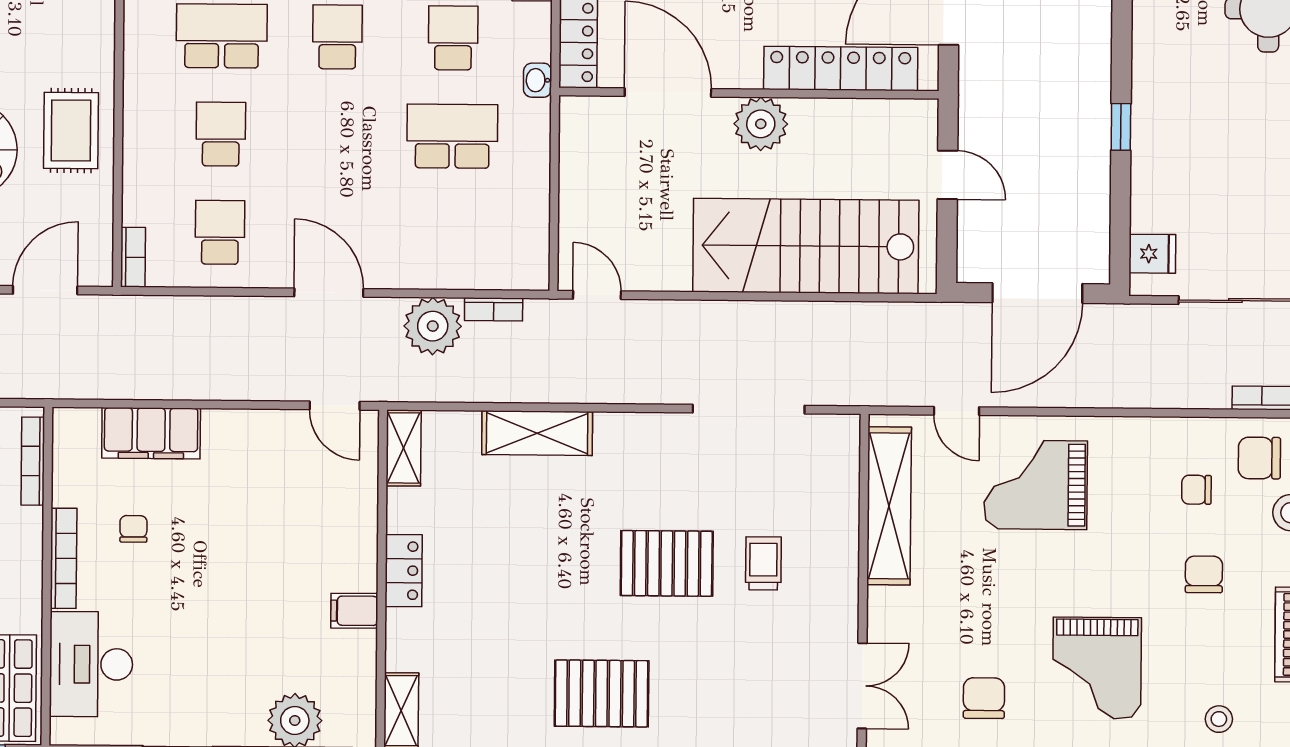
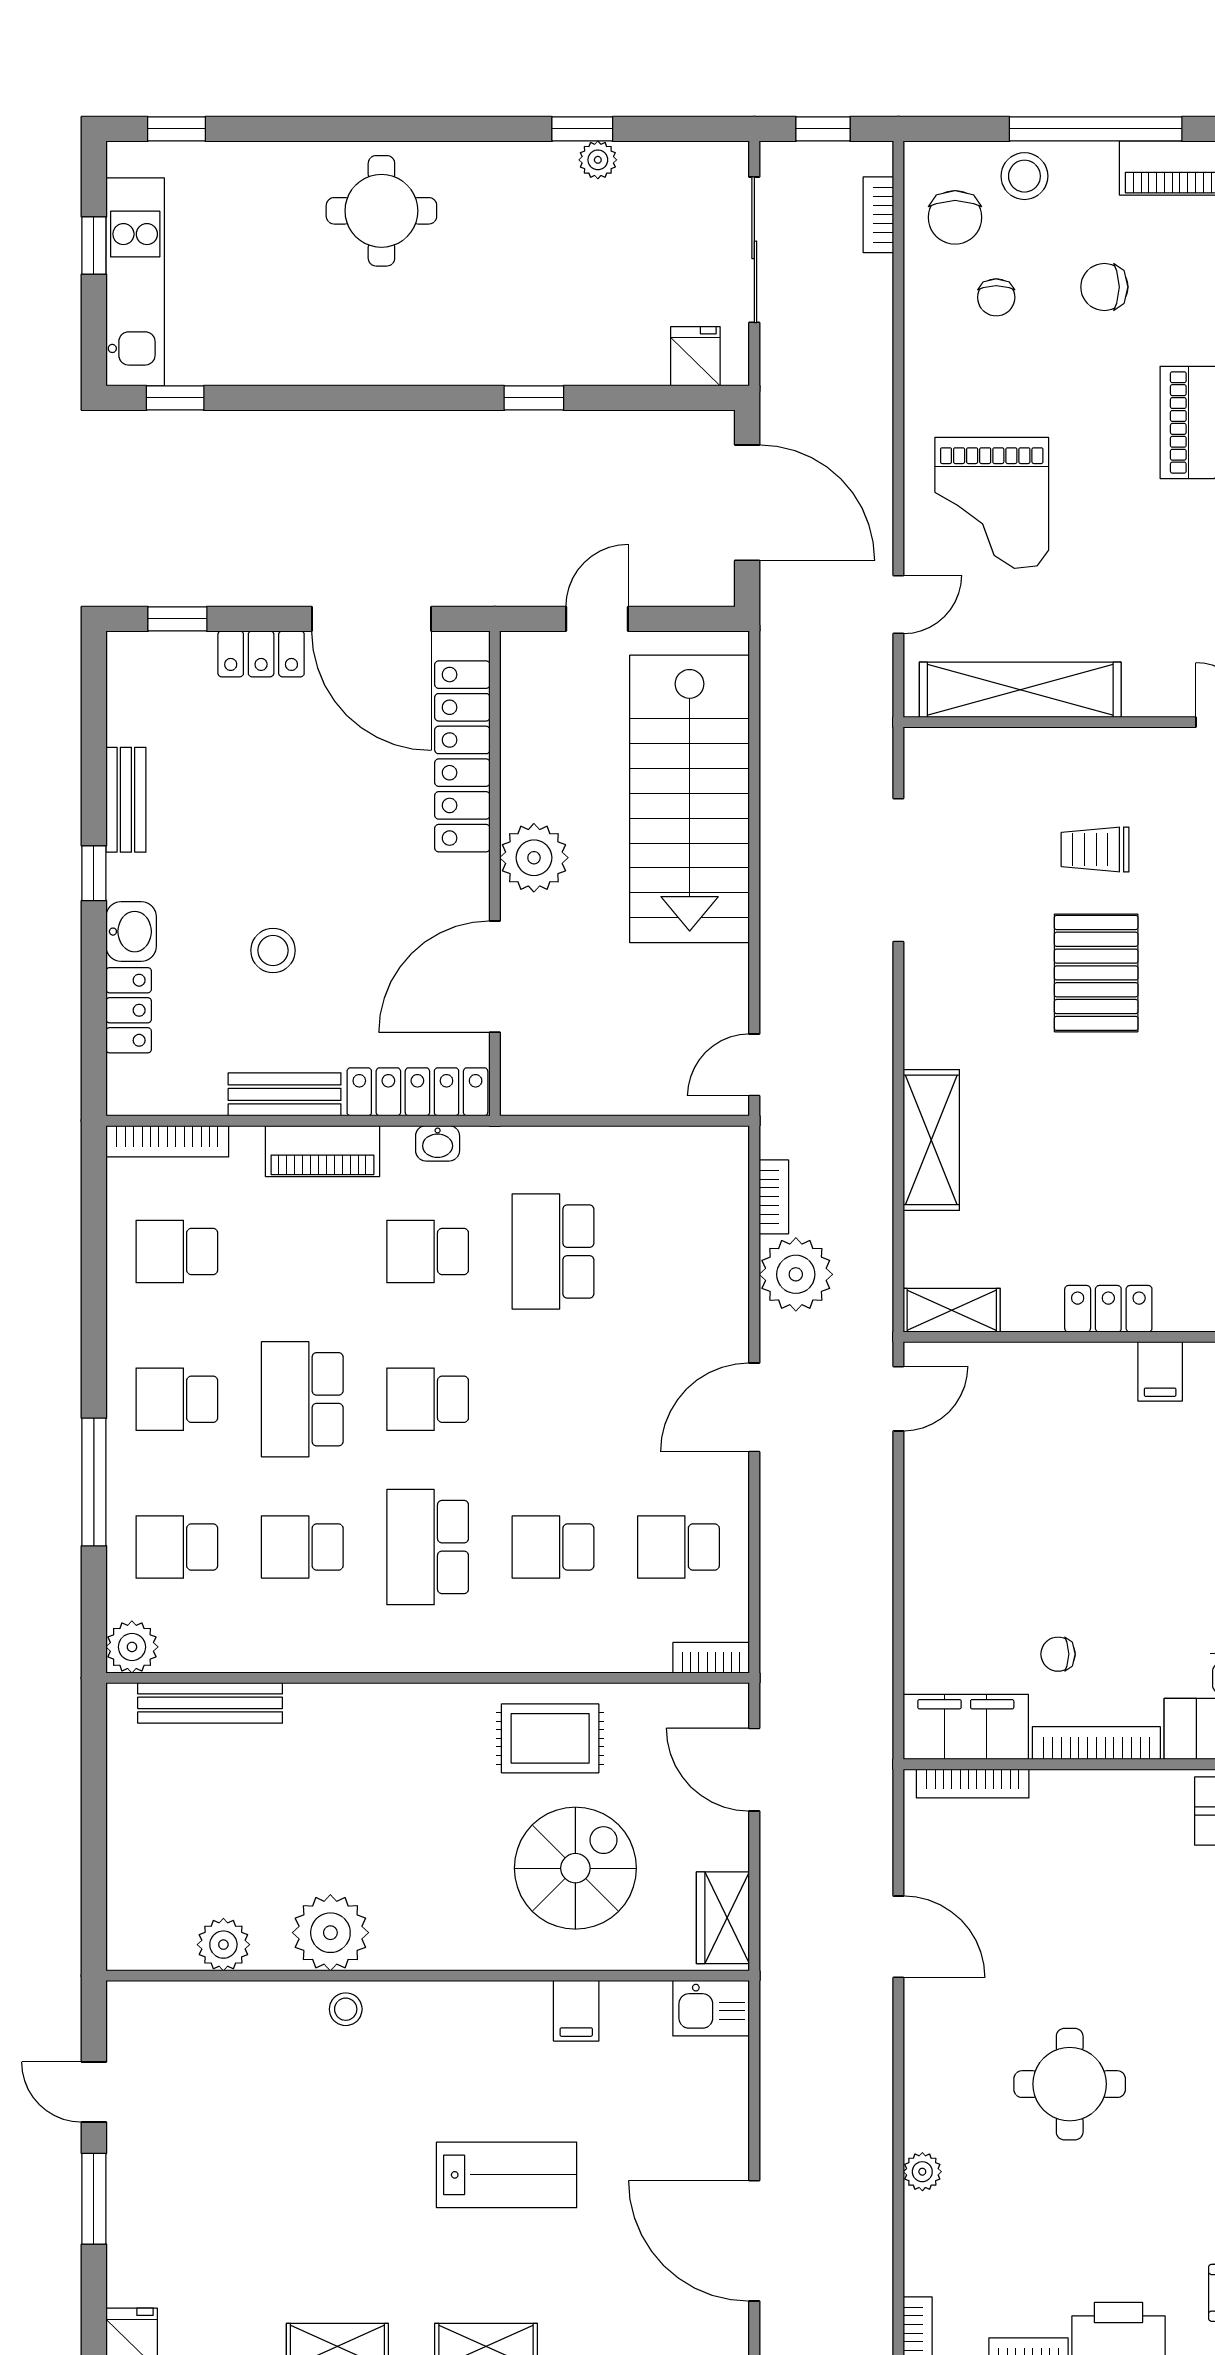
washbasin: (538, 80) -> (438, 1143), moved
filing cabinet: (151, 433) -> (966, 1727), moved, turned -90

